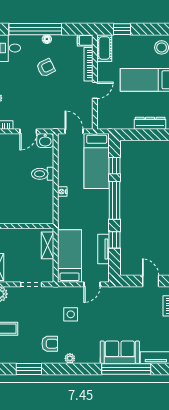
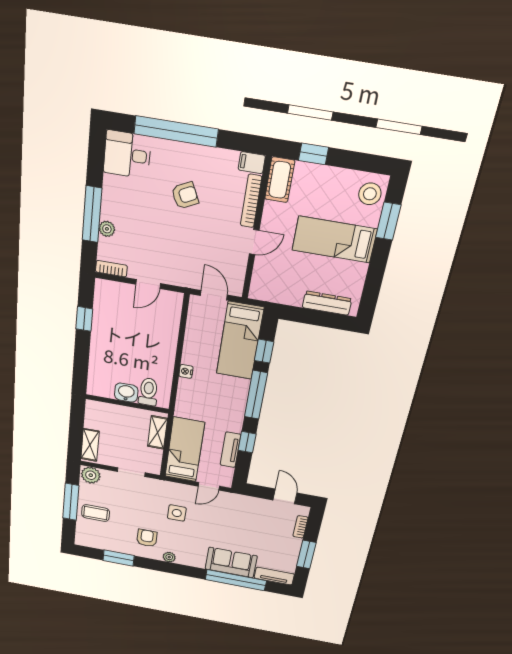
floor lamp: (47, 39) -> (192, 151), removed
washbasin: (45, 140) -> (126, 393), moved, turned 180
toilet: (43, 174) -> (148, 392), moved, turned 90
armchair: (50, 344) -> (147, 538), turned -90

